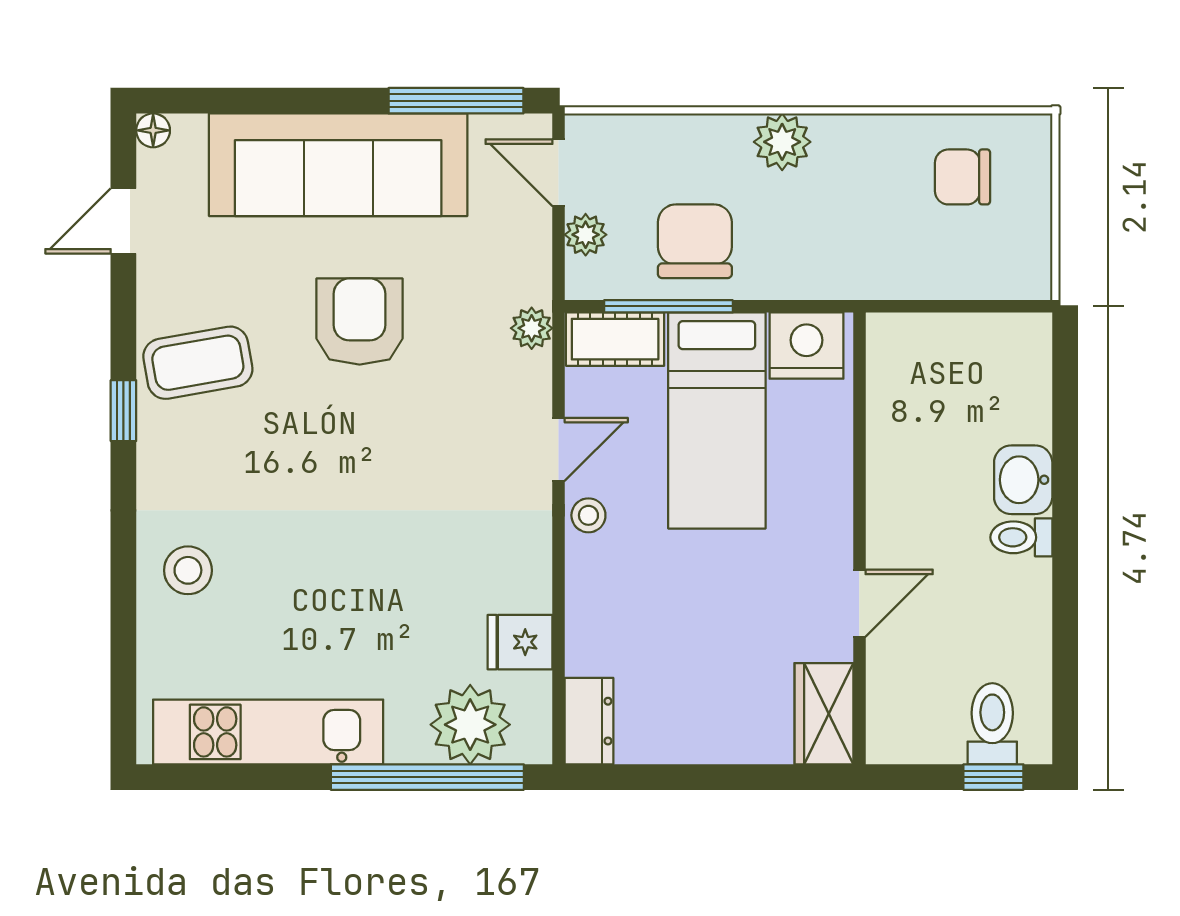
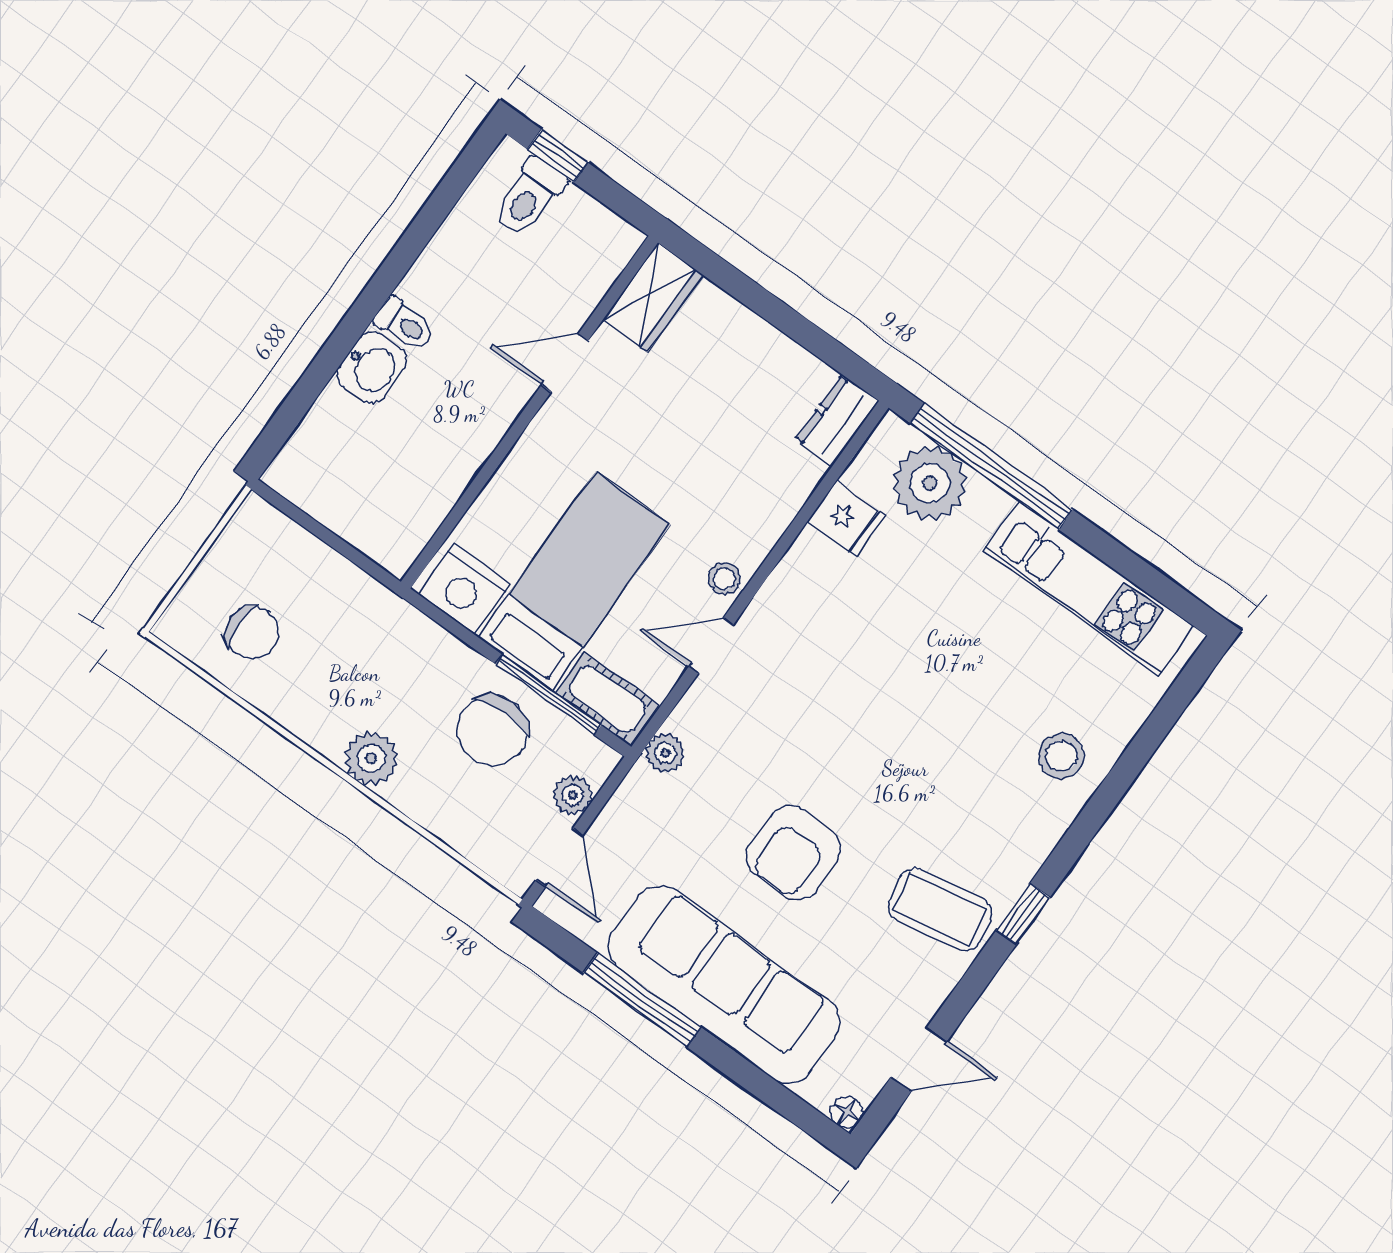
window: (456, 101) -> (642, 1000), moved

